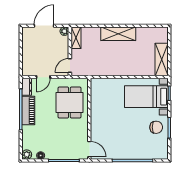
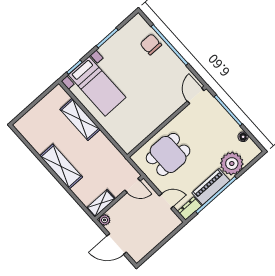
shelving: (162, 60) -> (80, 119), moved, turned 90
chair: (156, 127) -> (151, 44), moved
plant: (27, 155) -> (232, 164), moved, width x1.87, depth x1.87

